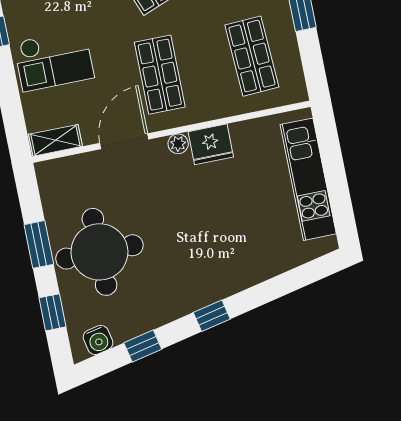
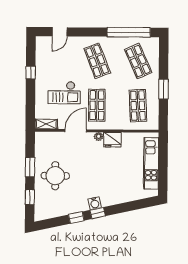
checkout: (54, 60) -> (64, 93), moved
round table: (99, 252) -> (55, 176), width x0.73, depth x0.73
water cooler: (98, 340) -> (95, 203), moved
window: (143, 346) -> (76, 218), moved

